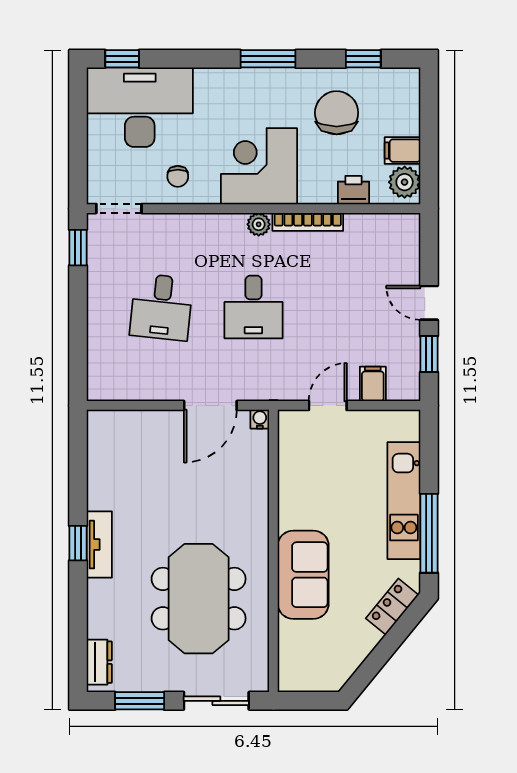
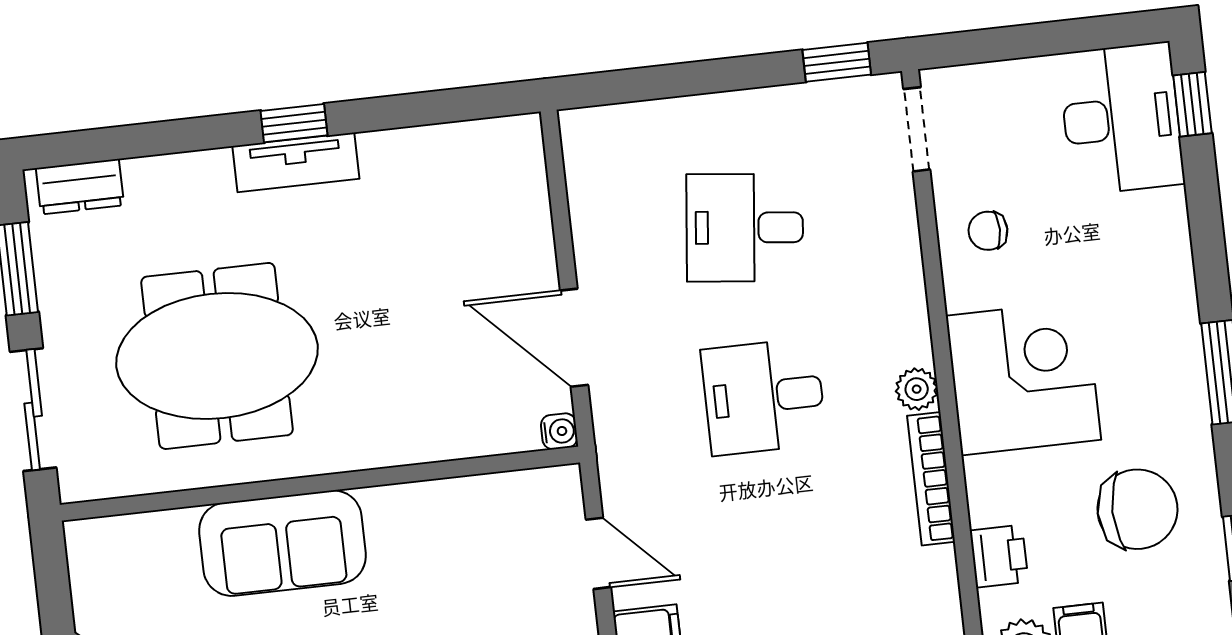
desk: (140, 107) -> (1121, 119), width x0.73, depth x0.77

